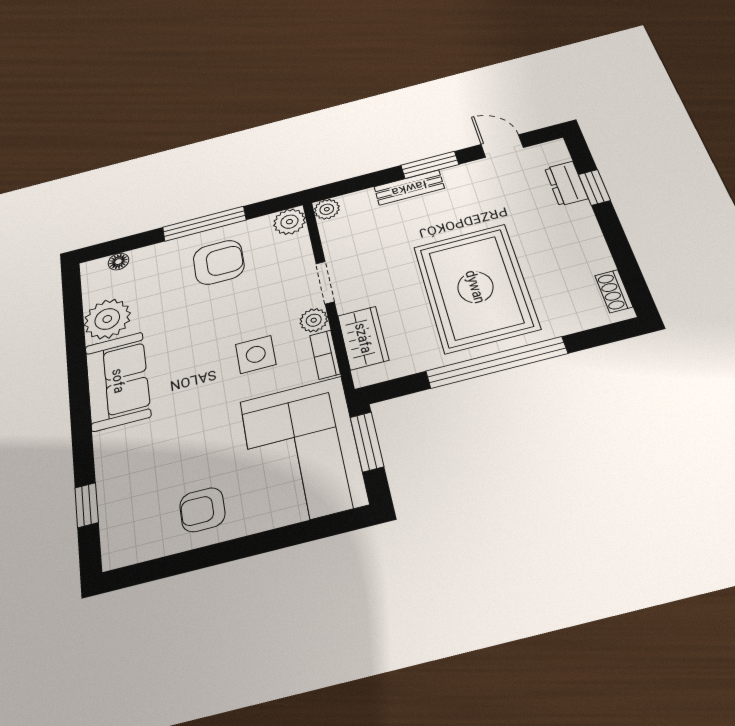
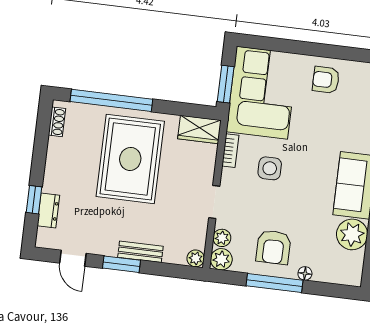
floor lamp: (118, 262) -> (305, 273), moved
armchair: (219, 262) -> (273, 247), turned -90
plant: (314, 320) -> (222, 238), moved
wardrobe: (363, 338) -> (199, 130), moved, turned -90
window: (497, 362) -> (111, 100), moved
armchair: (202, 510) -> (326, 80), turned 180

